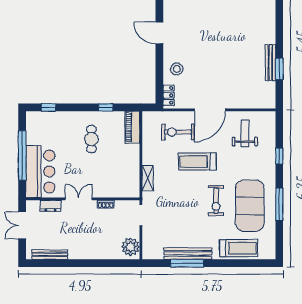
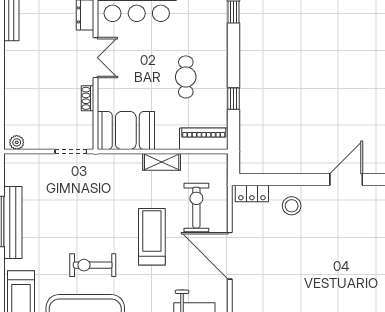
cafe table: (91, 139) -> (186, 77), turned 90
shelving: (148, 178) -> (162, 162), moved
booth: (127, 179) -> (126, 131), added
plant: (131, 247) -> (17, 142), width x0.53, depth x0.53

